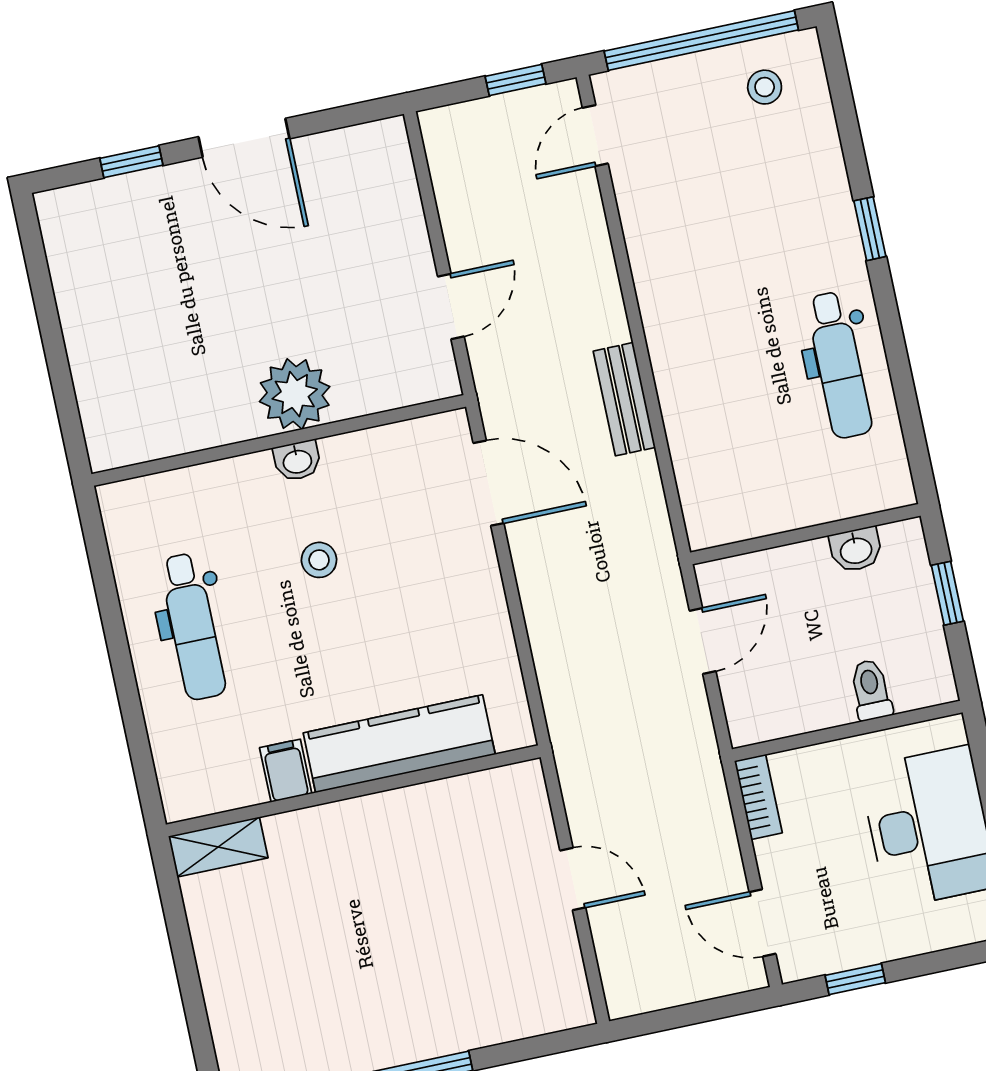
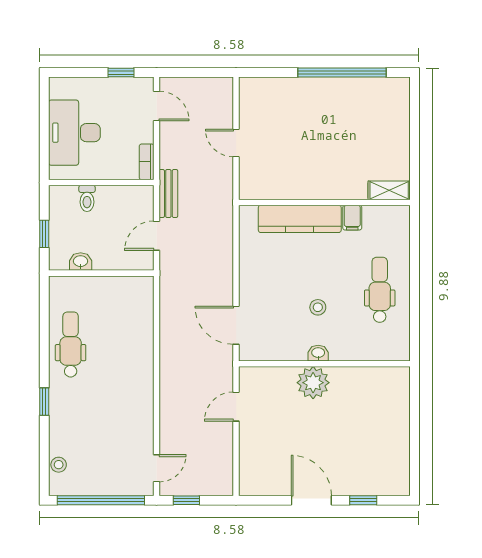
stool: (765, 87) -> (59, 465), moved
bench: (624, 399) -> (168, 193), moved

